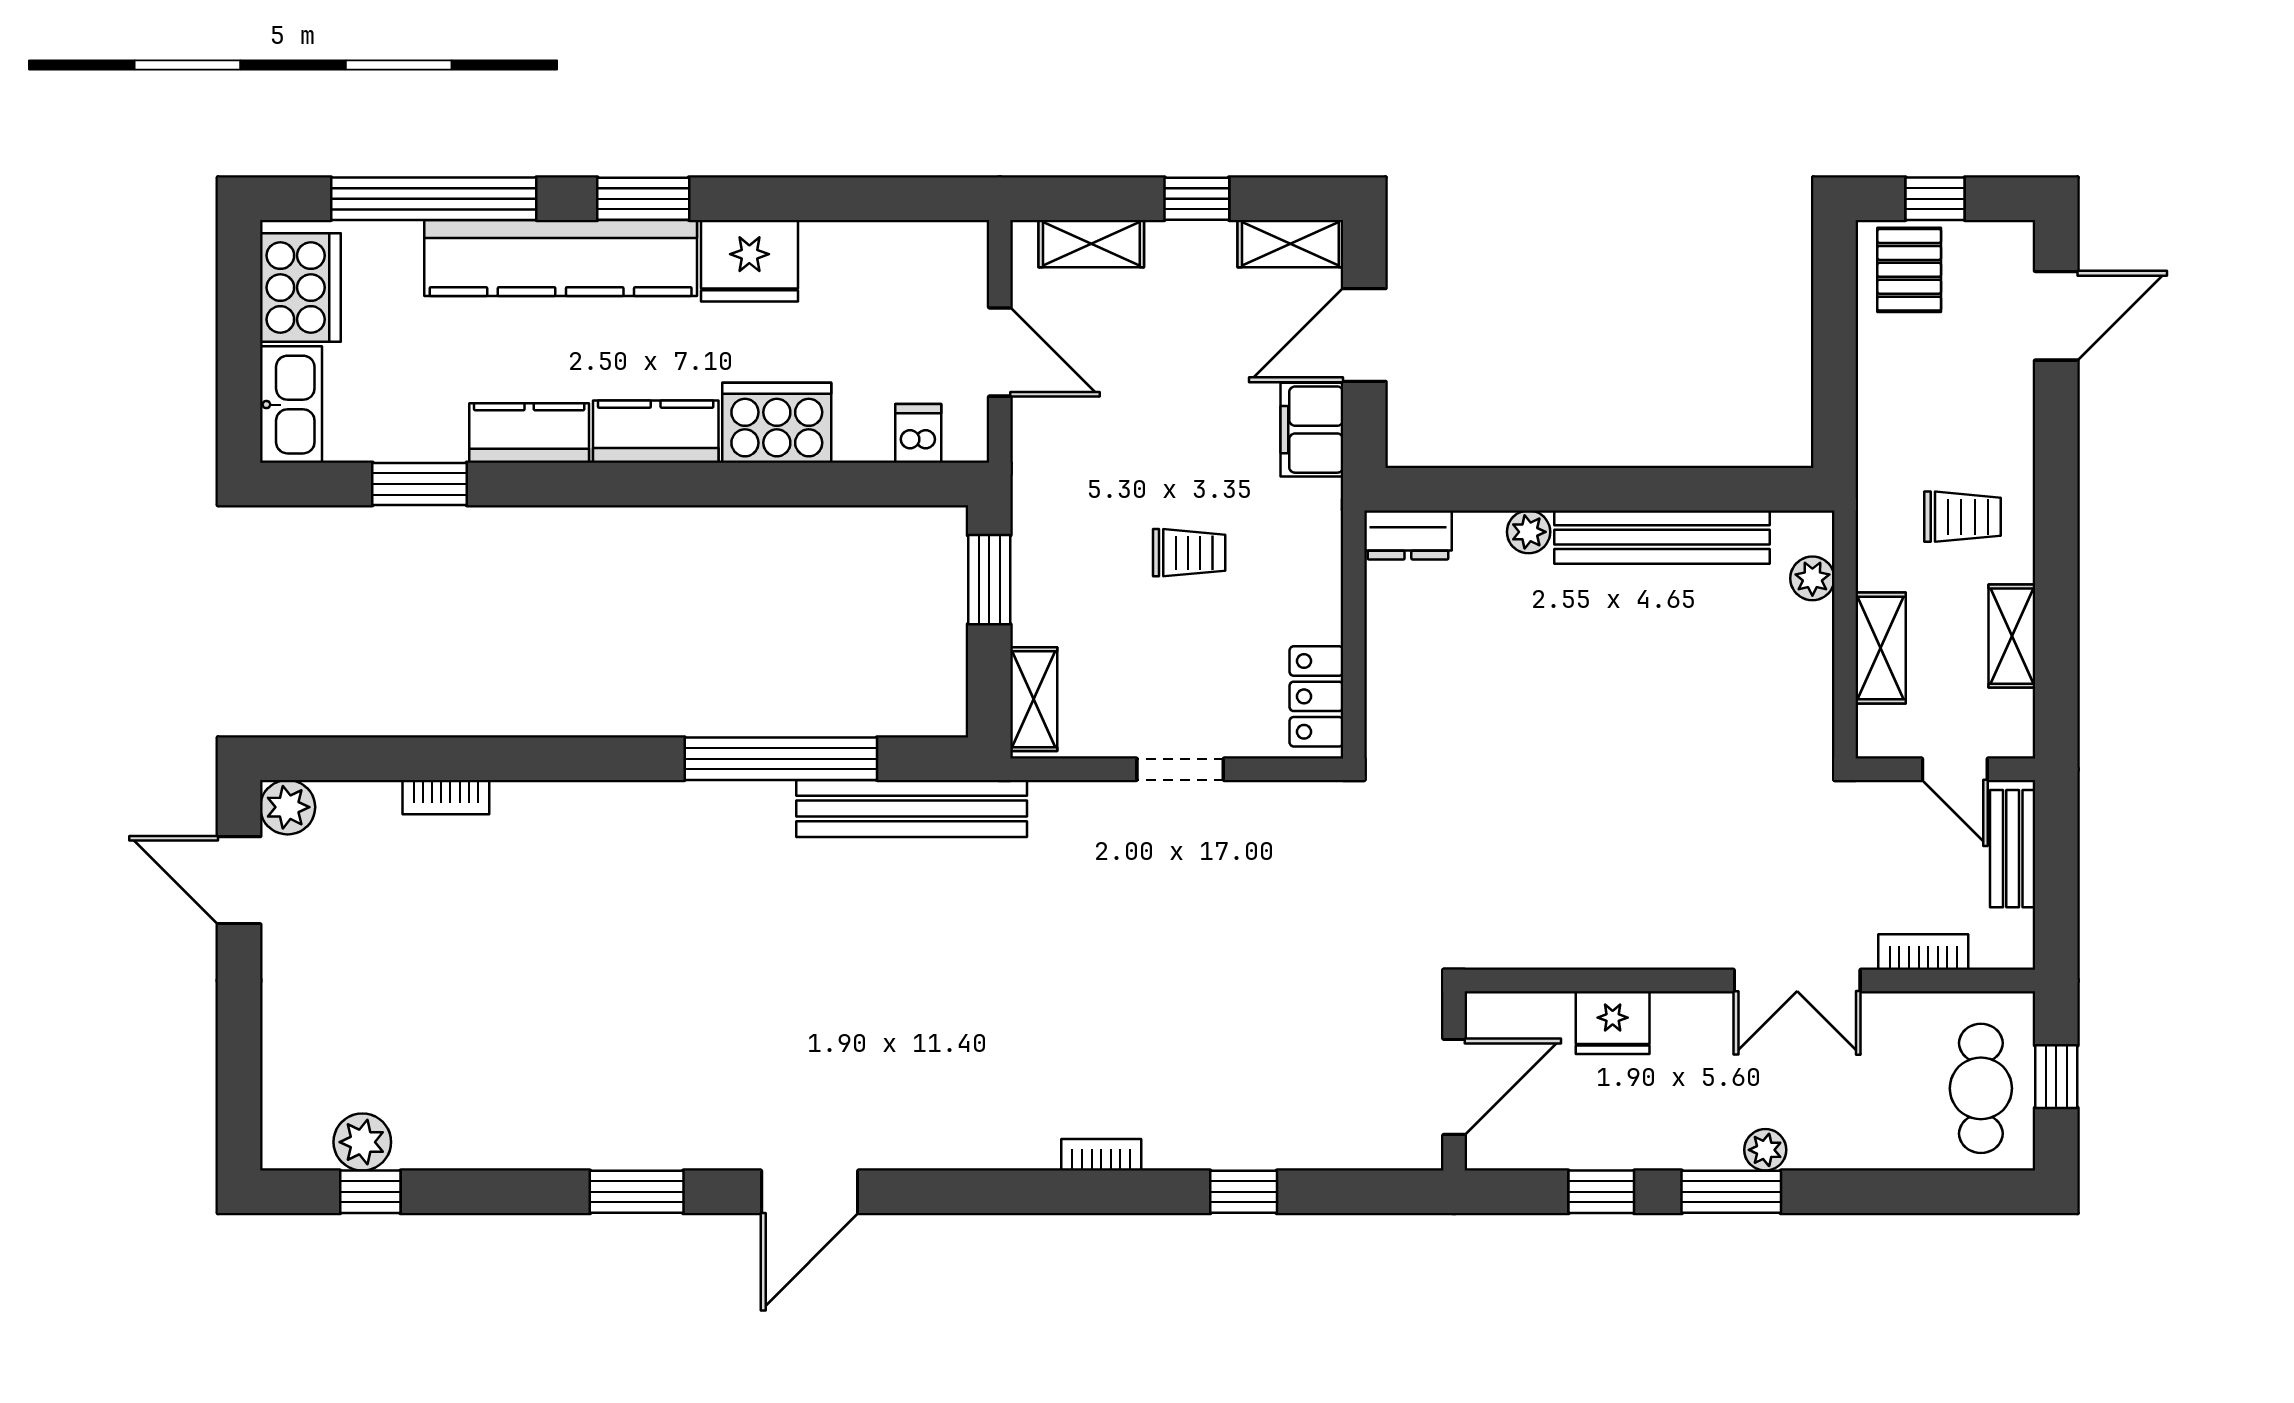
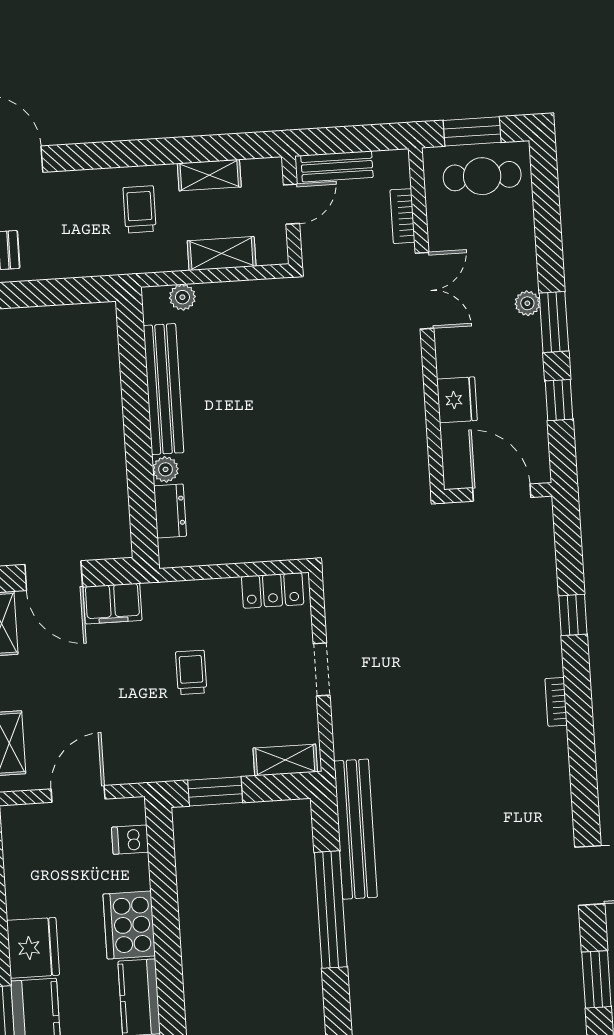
dresser: (1408, 535) -> (170, 511), moved
window: (2056, 1077) -> (472, 131), width x1.50

